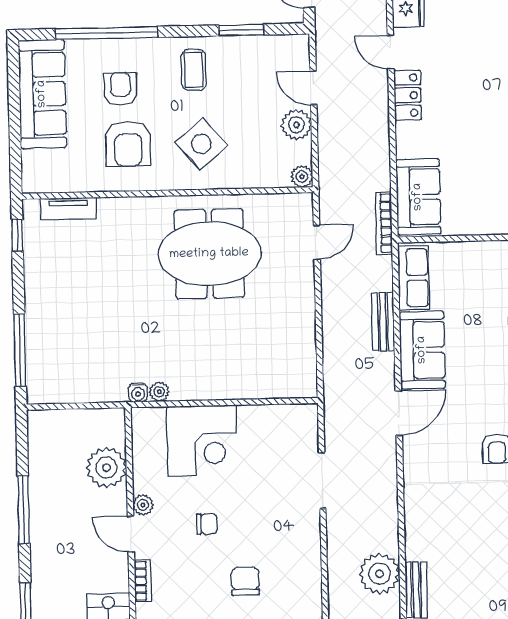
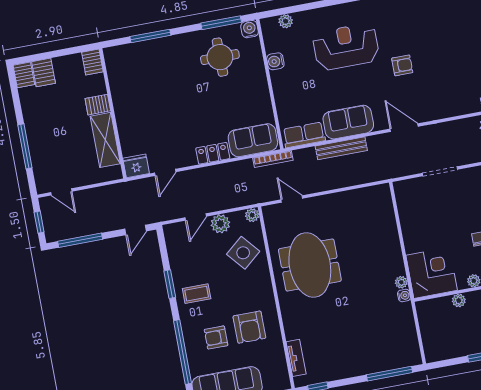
window: (241, 30) -> (170, 284), moved
locker: (408, 95) -> (213, 153), moved
armchair: (128, 144) -> (249, 327), turned 90
side table: (201, 144) -> (243, 253), moved
bench: (383, 322) -> (341, 148), width x1.36
door: (399, 413) -> (404, 128), moved
corner desk: (202, 441) -> (432, 273), moved
plant: (107, 467) -> (459, 300), width x0.53, depth x0.53

